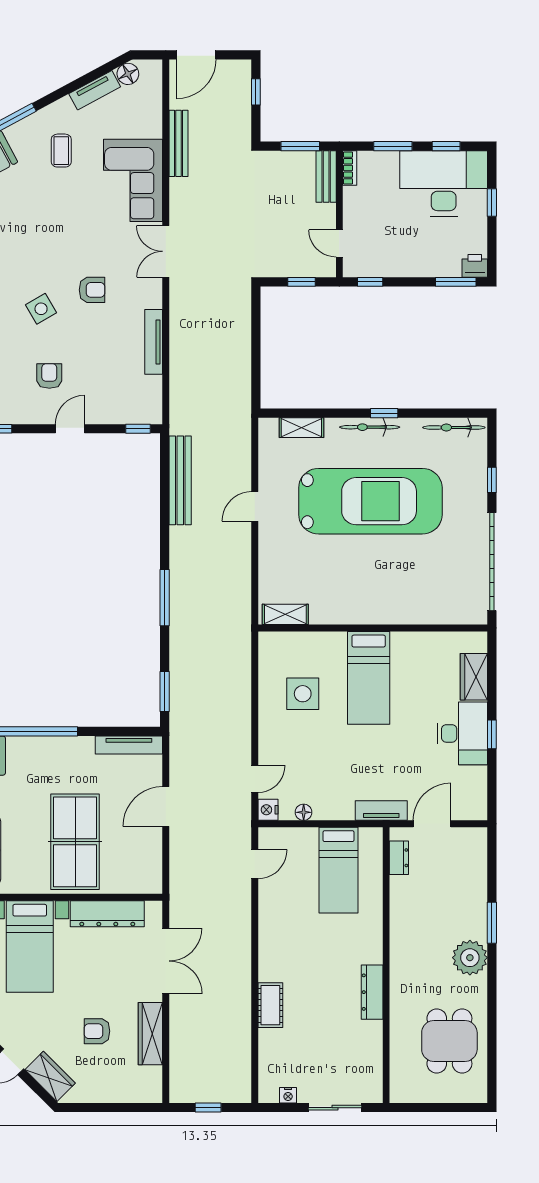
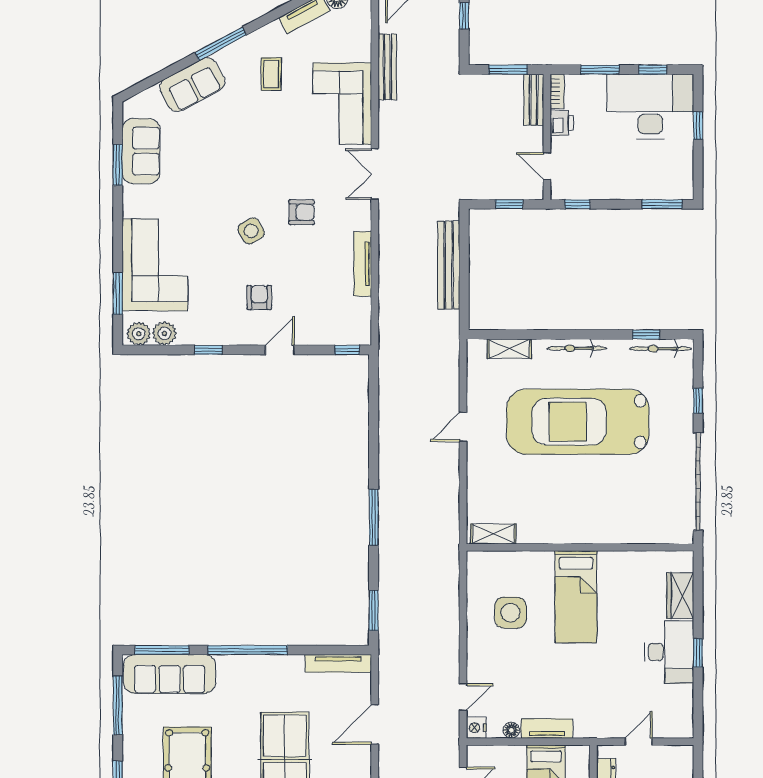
printer: (475, 266) -> (562, 123), moved, turned 90
window: (384, 413) -> (646, 334), moved
bench: (180, 480) -> (449, 265), moved
car: (370, 501) -> (578, 422), turned 180
tv unit: (381, 811) -> (547, 728), moved
door: (432, 824) -> (639, 742), width x0.73

